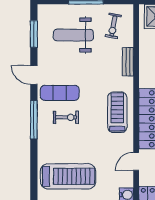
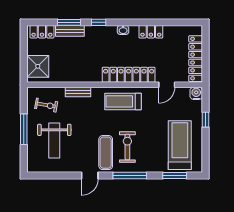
window: (34, 34) -> (175, 176), moved
exercise bike: (66, 117) -> (127, 147), width x1.38, depth x1.39
door: (136, 162) -> (167, 85), hinge flipped

